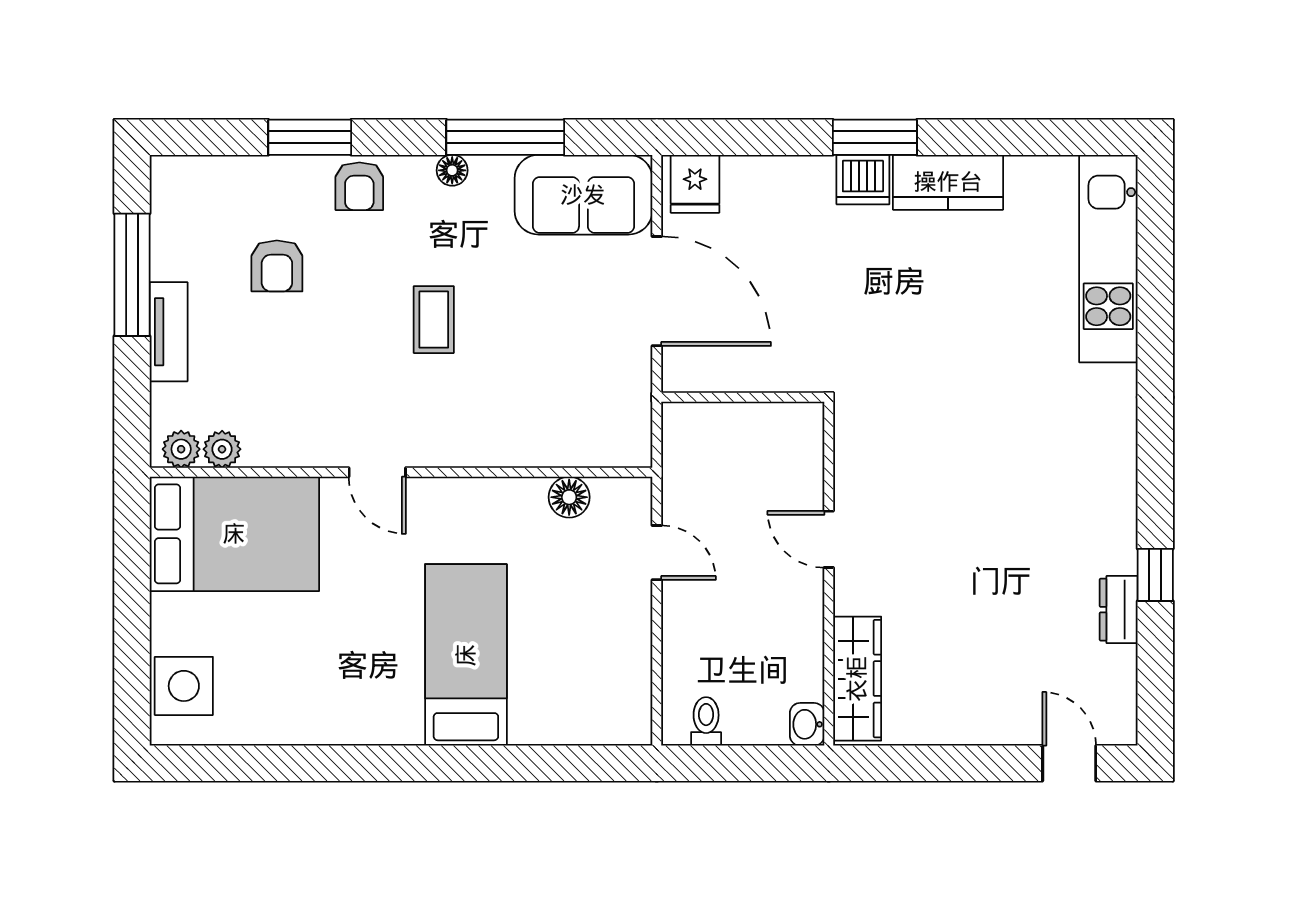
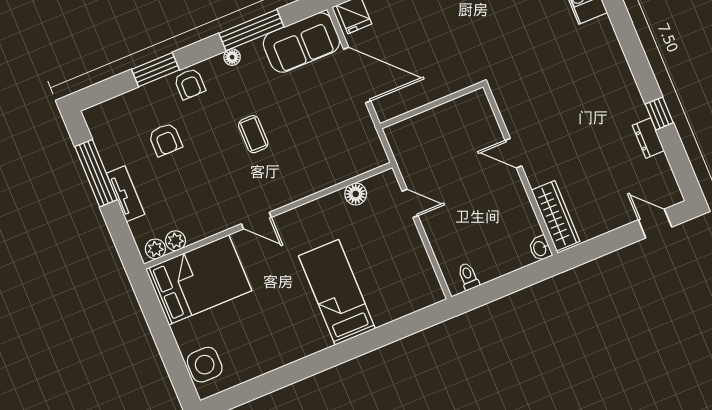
door: (829, 539) -> (513, 153), moved
wall: (829, 574) -> (520, 170), moved
wardrobe: (857, 679) -> (556, 216), moved
washbasin: (807, 724) -> (540, 248), moved

